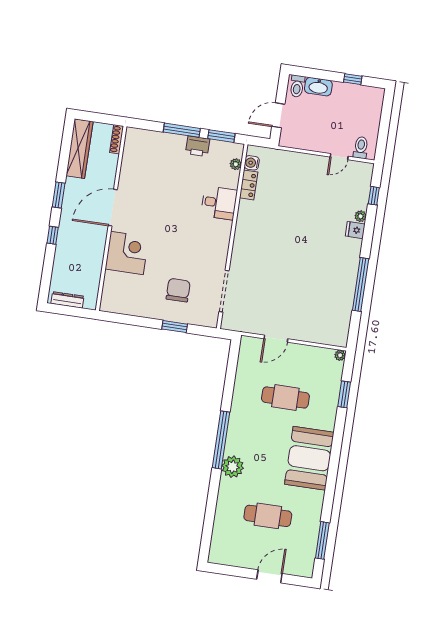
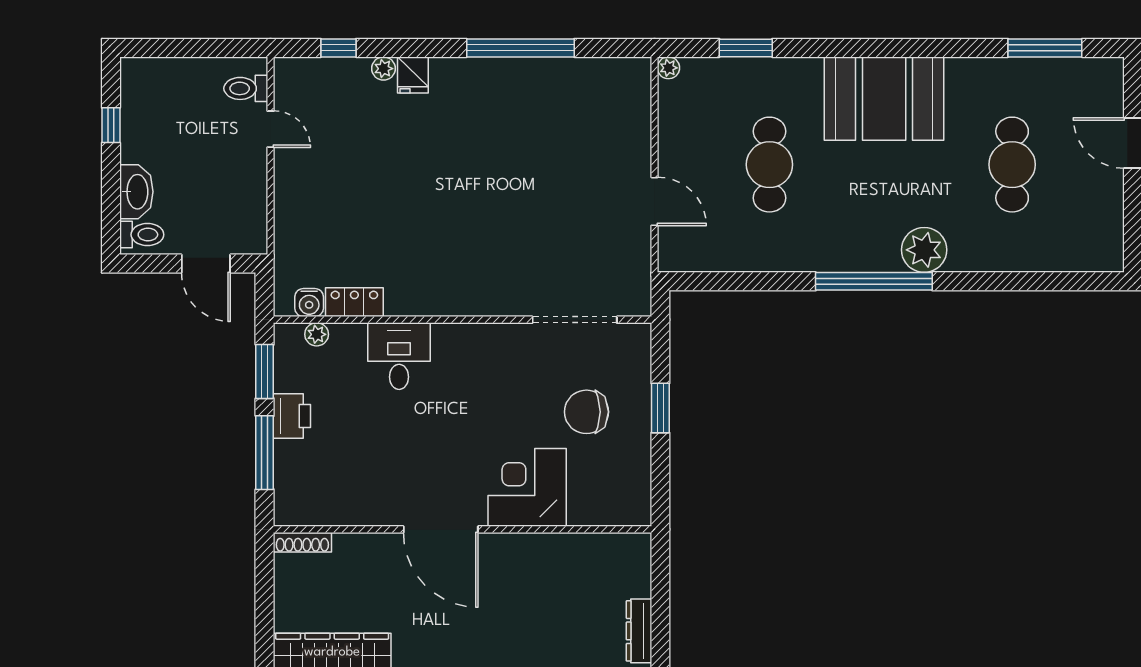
shoe rack: (117, 139) -> (302, 542), moved
door: (113, 208) -> (441, 529), moved
wall: (111, 218) -> (462, 529), moved
corner desk: (127, 253) -> (527, 487), moved

